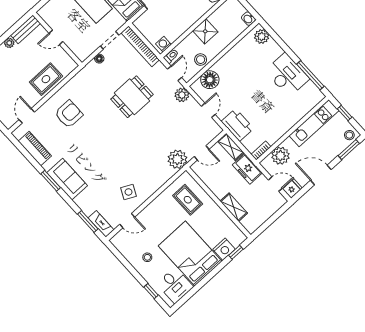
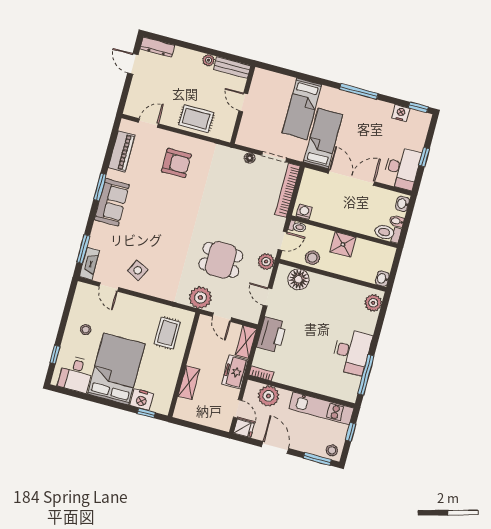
dining table: (132, 97) -> (221, 260), moved
door: (208, 110) -> (268, 297), swing flipped

